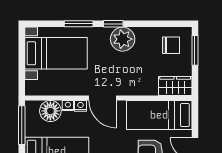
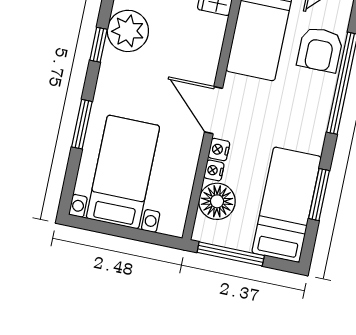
window: (113, 24) -> (98, 45), moved
plant: (123, 39) -> (128, 31), moved
door: (103, 98) -> (213, 110), swing flipped

